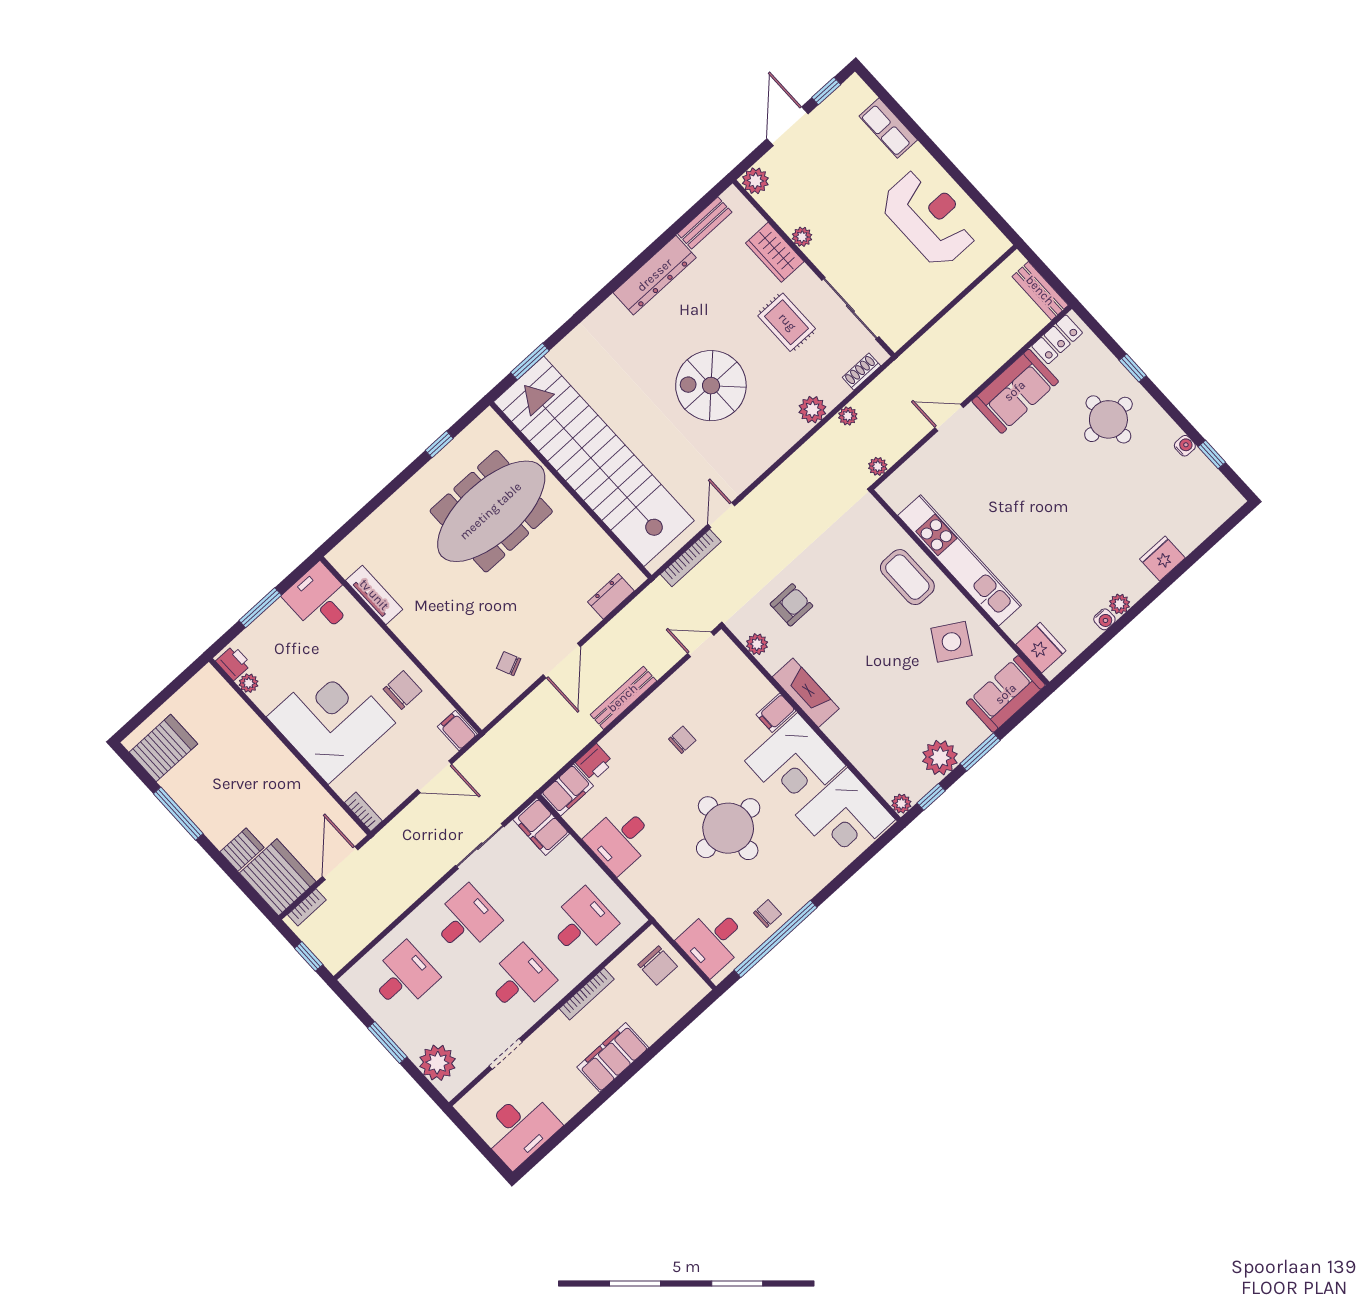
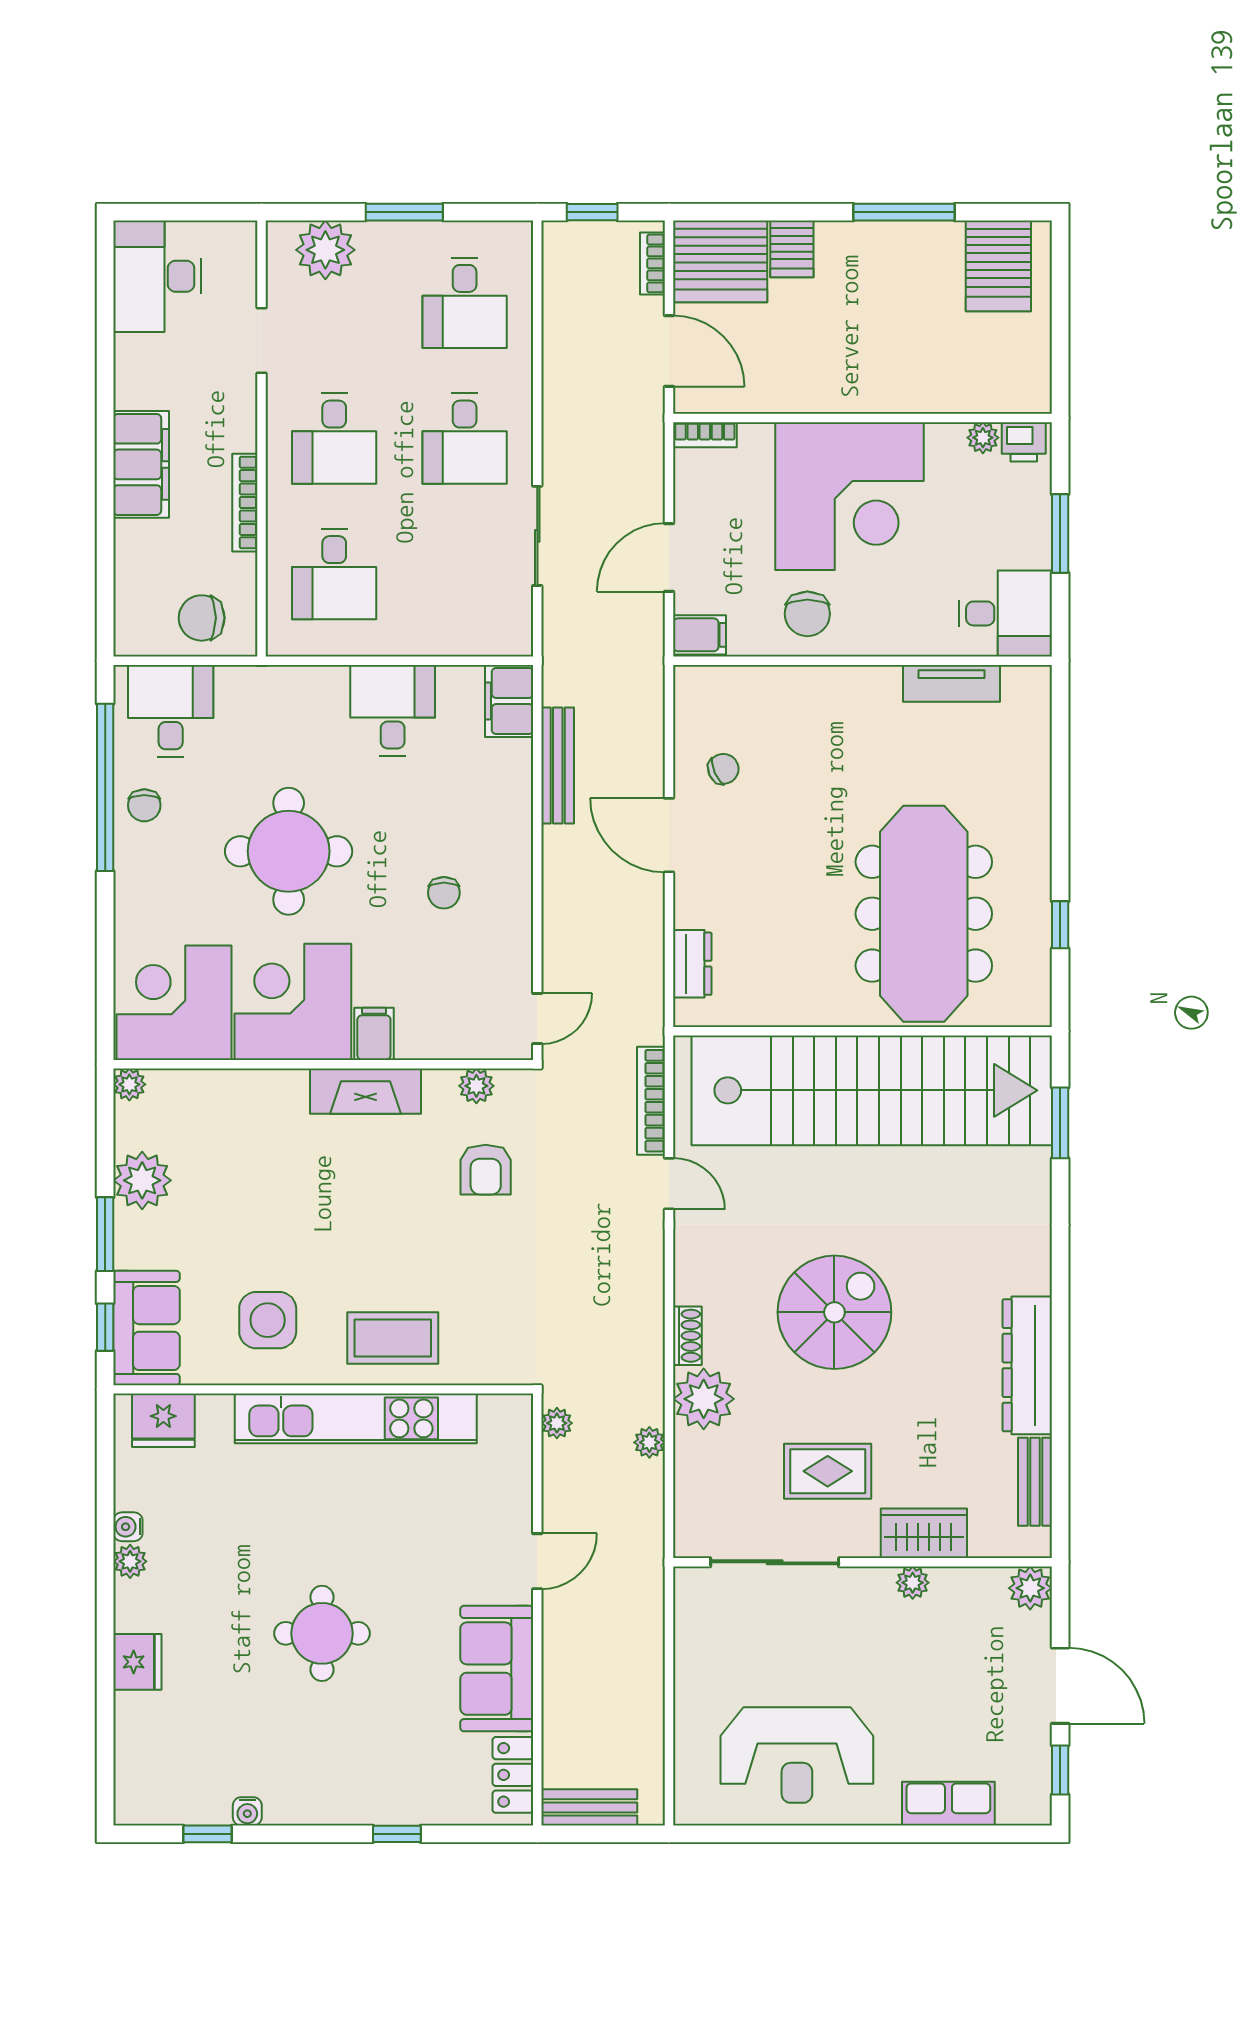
shoe rack: (861, 372) -> (687, 1336), moved
plant: (812, 410) -> (704, 1399), width x1.36, depth x1.36
round table: (1108, 419) -> (322, 1633), moved
side table: (951, 642) -> (268, 1320), turned -31
bench: (623, 698) -> (558, 766), moved
printer: (594, 762) -> (512, 764), removed
window: (931, 797) -> (105, 1327), moved
filing cabinet: (541, 827) -> (494, 630), removed

